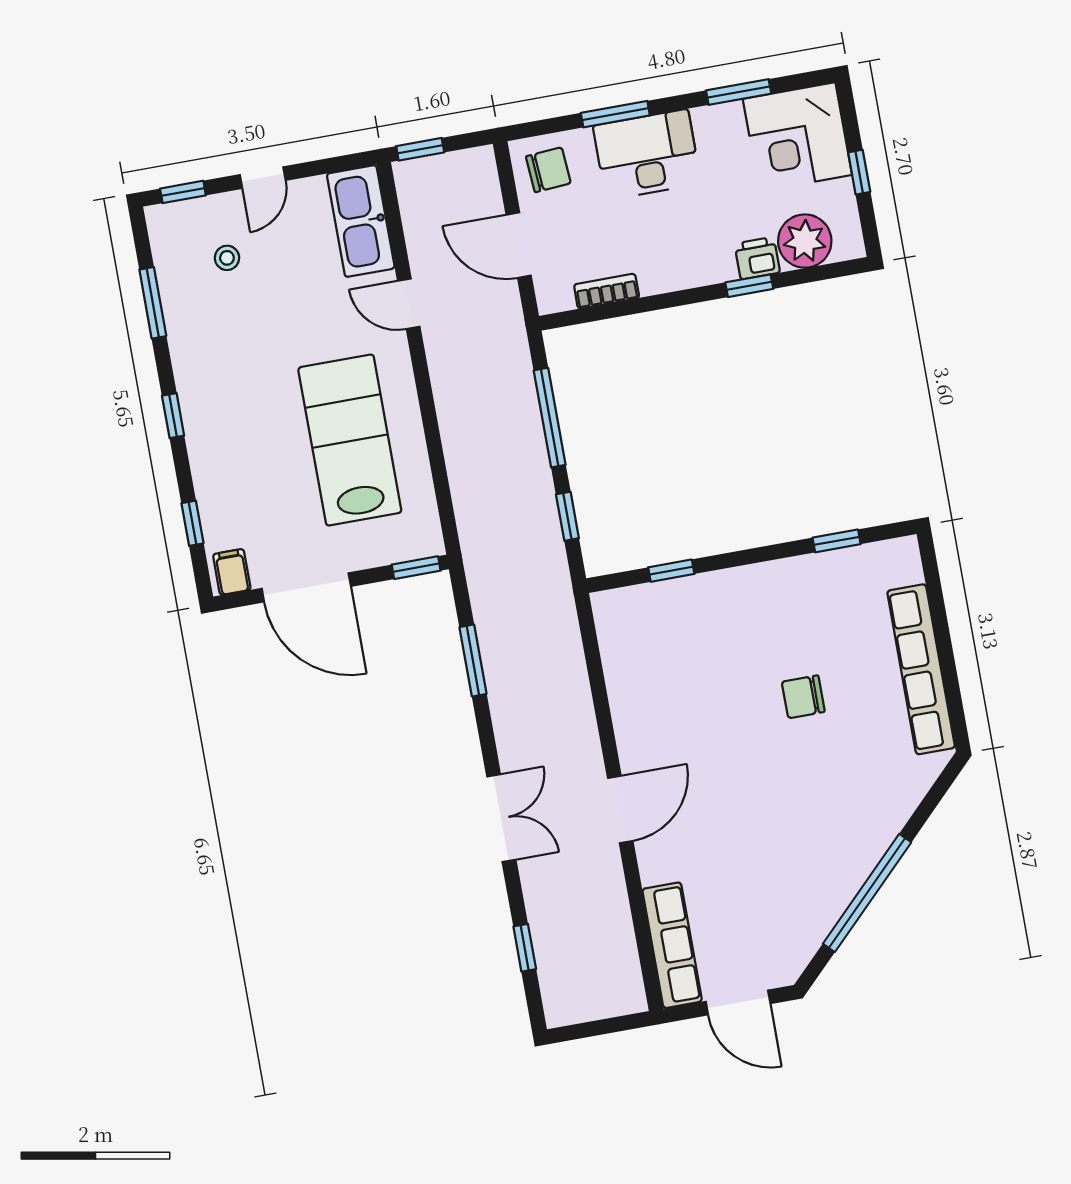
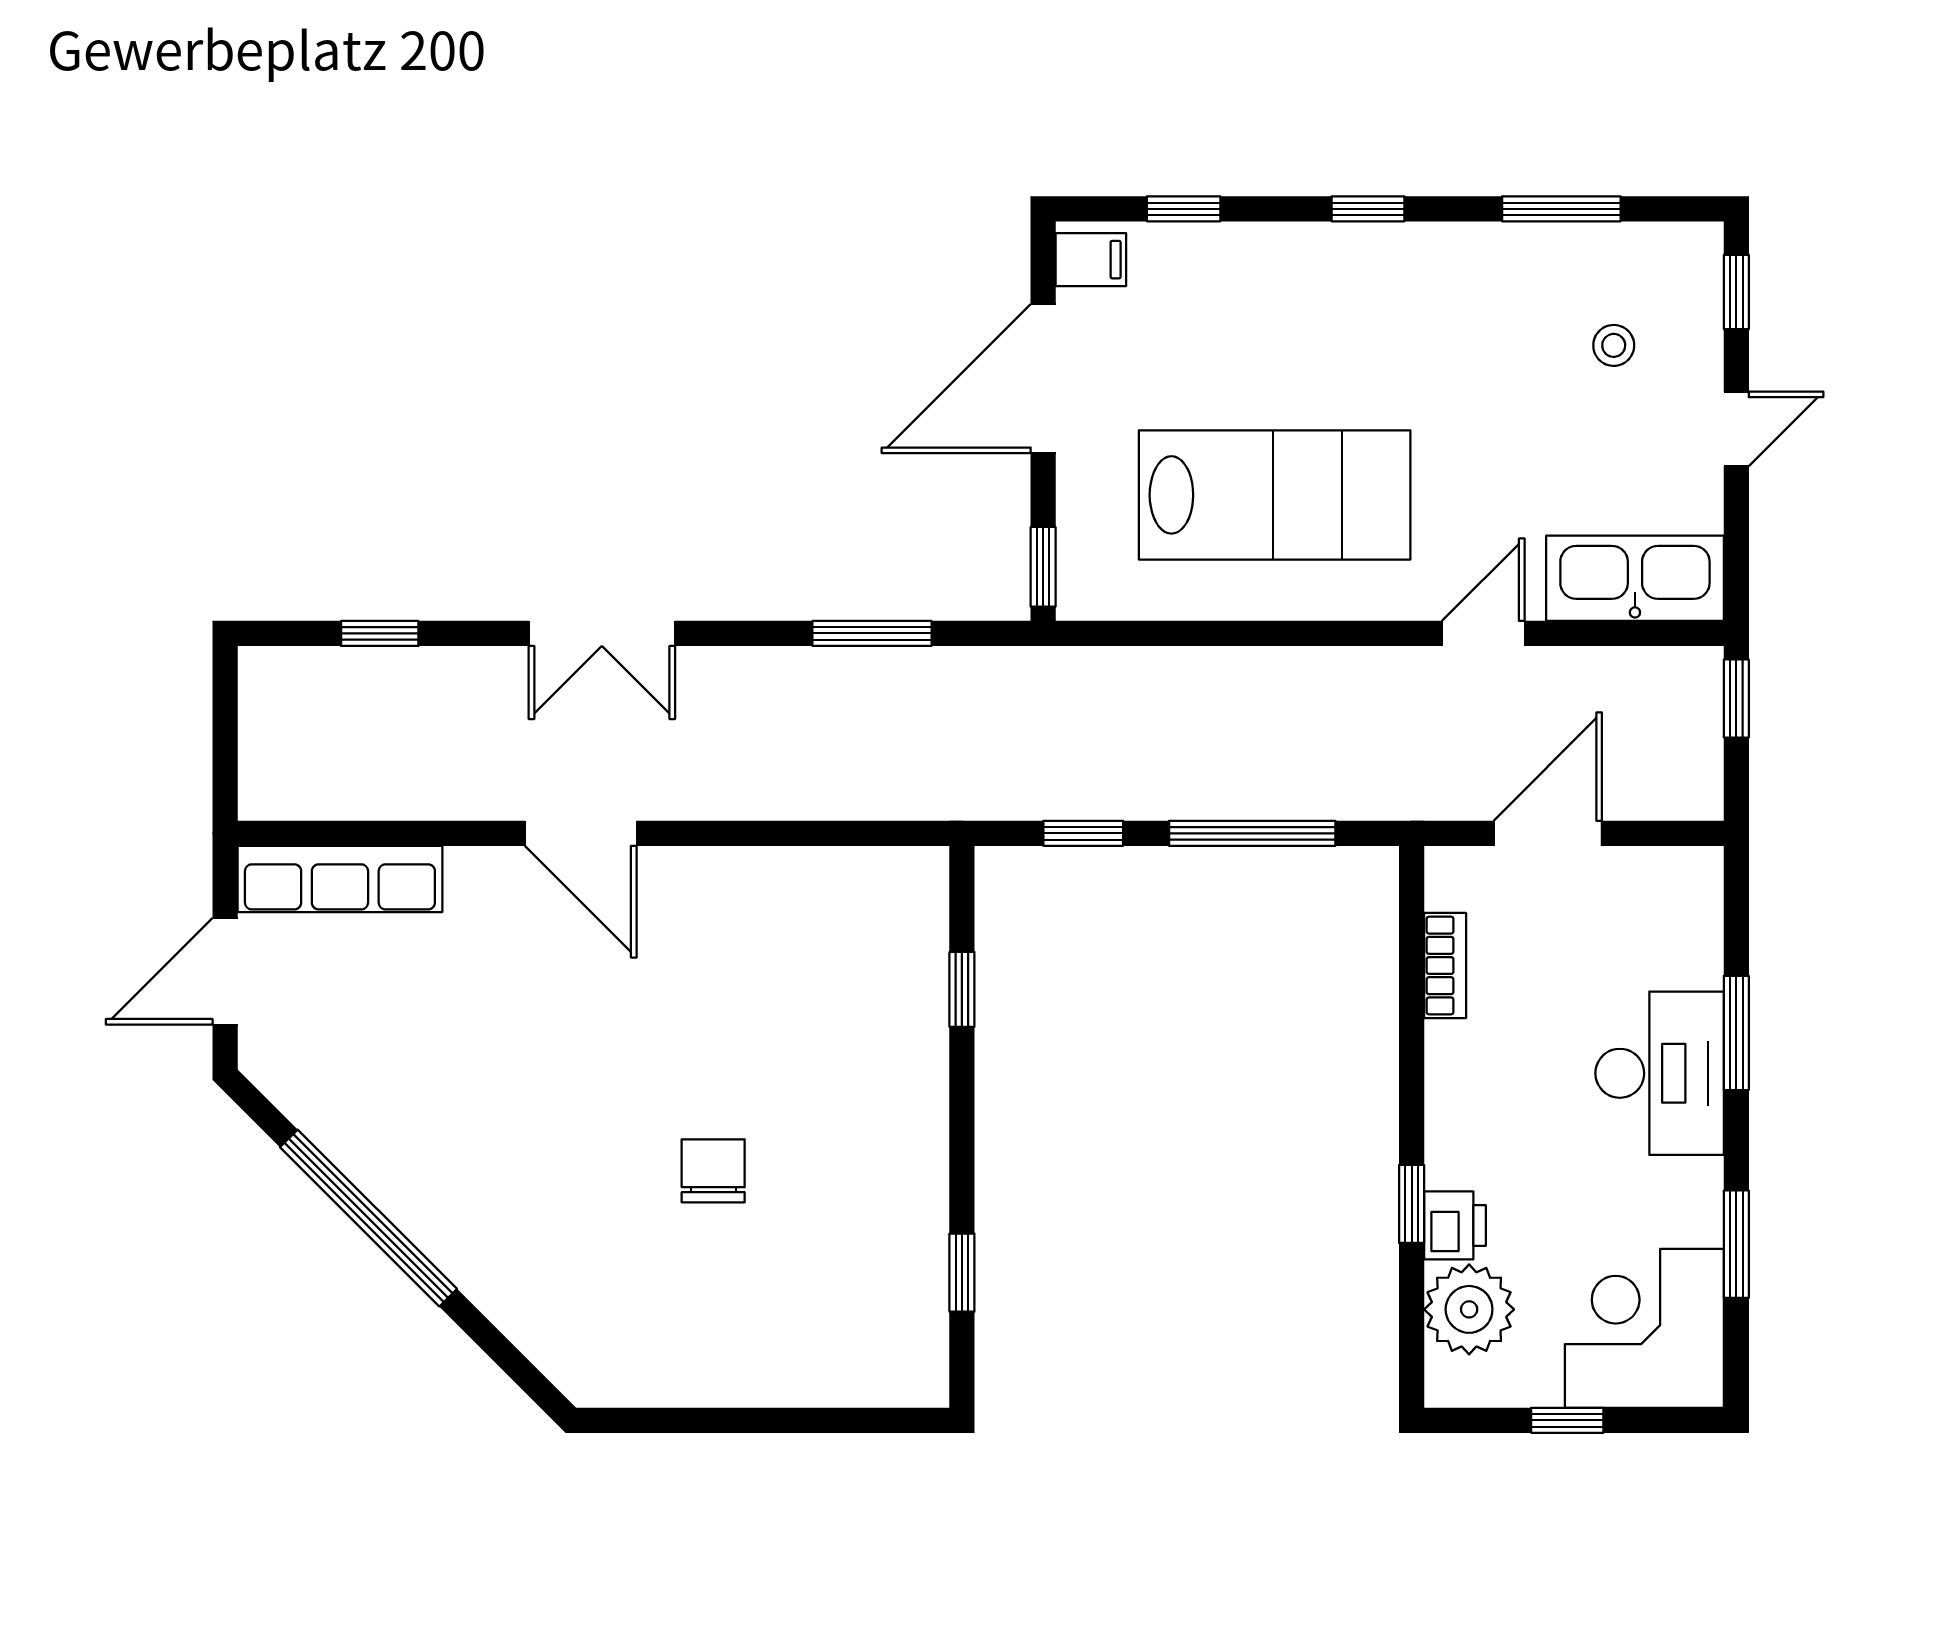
chair: (548, 170) -> (1664, 905), removed
door: (263, 178) -> (1736, 429), swing flipped
row of seats: (921, 669) -> (724, 1375), removed

